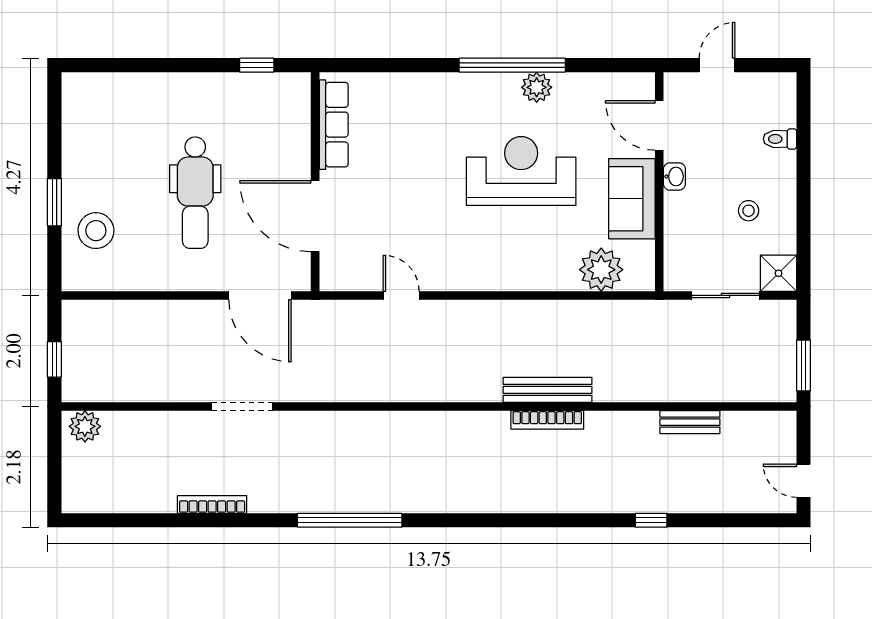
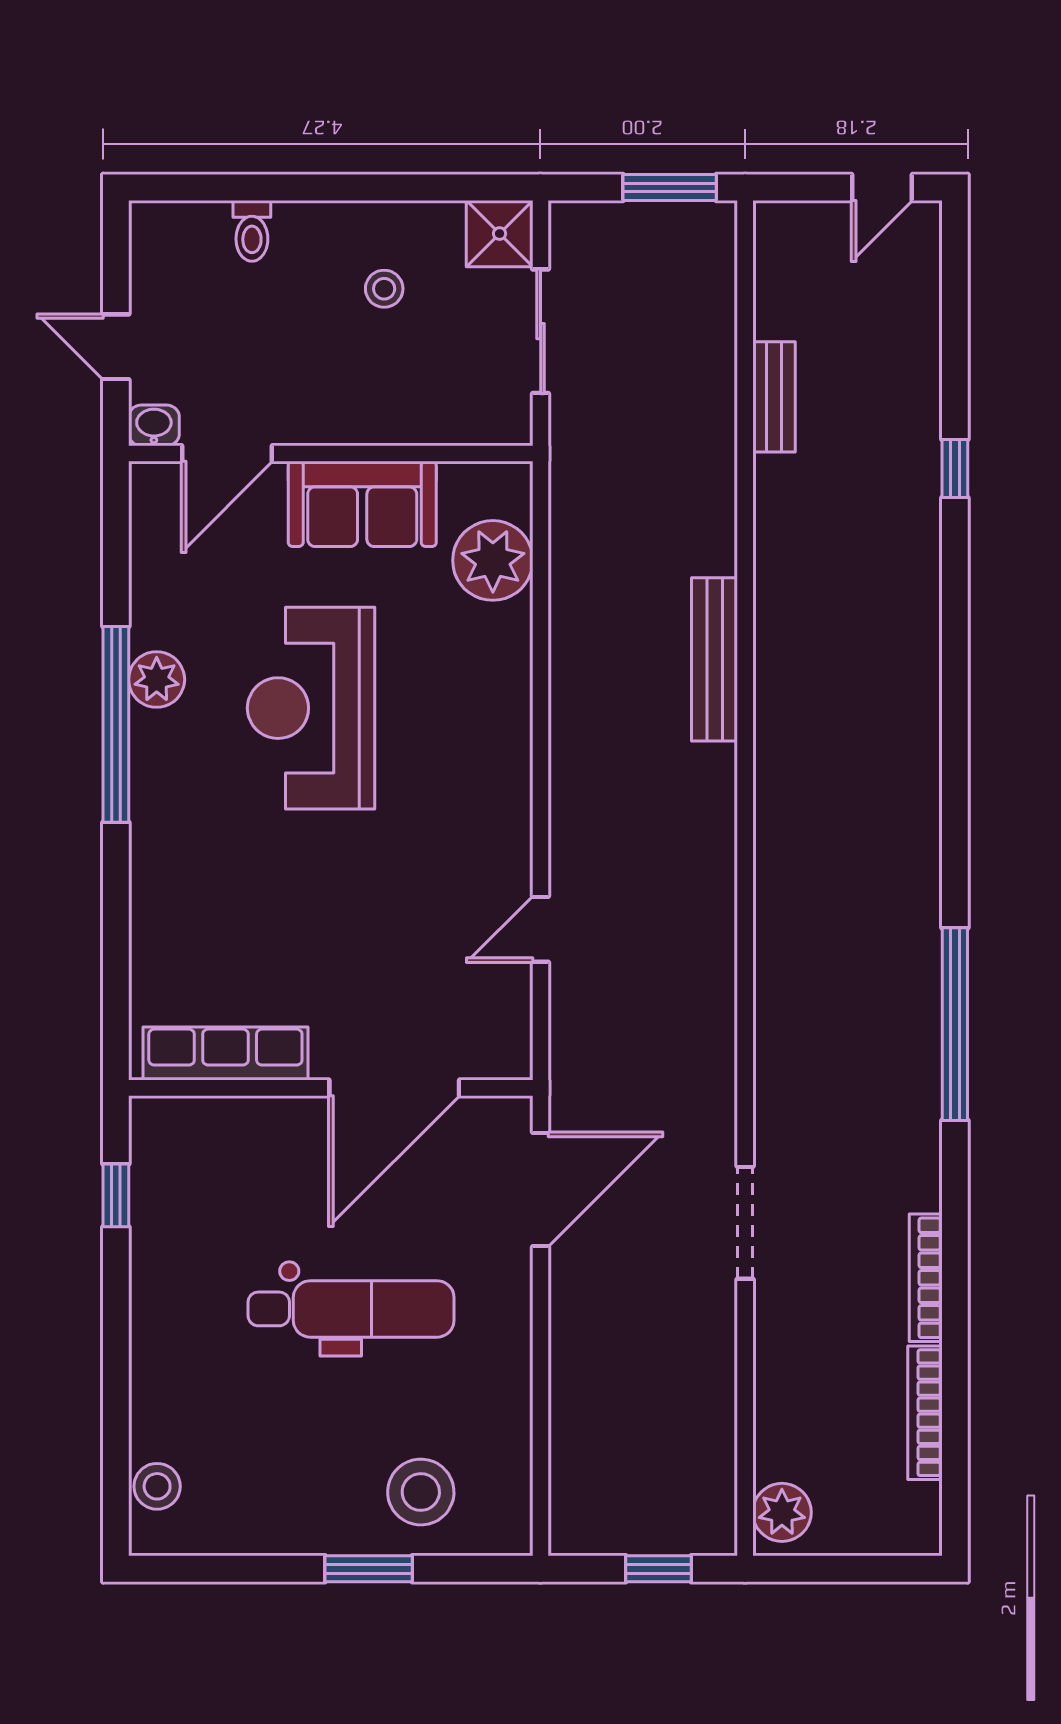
stool: (99, 88) -> (157, 1486), added
washbasin: (674, 176) -> (154, 425), moved
bookcase: (547, 420) -> (925, 1413), moved, turned 180

